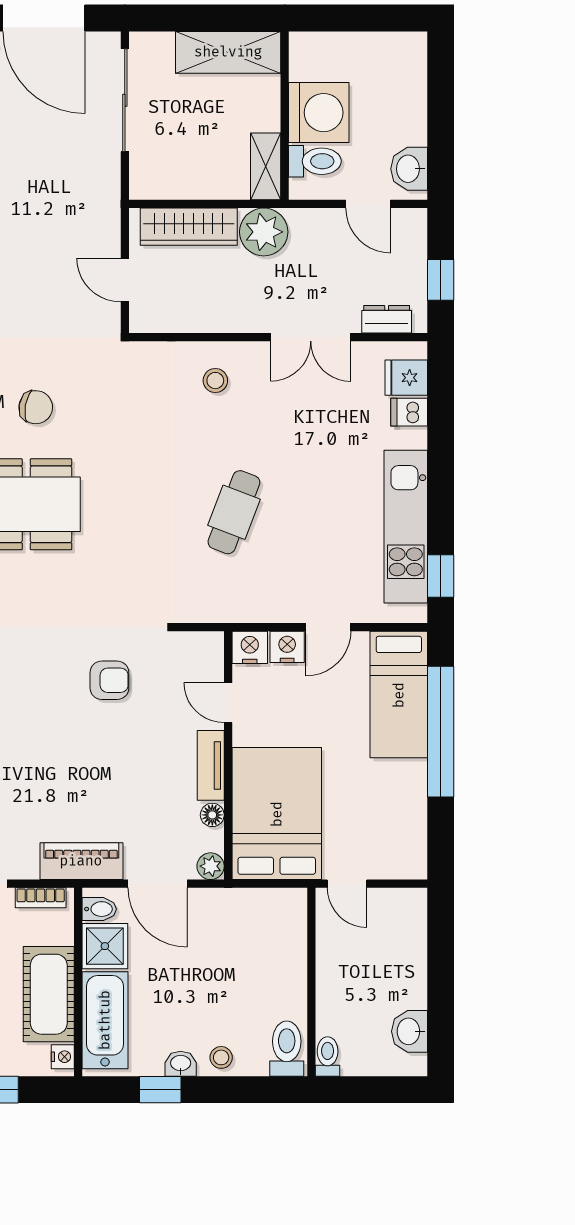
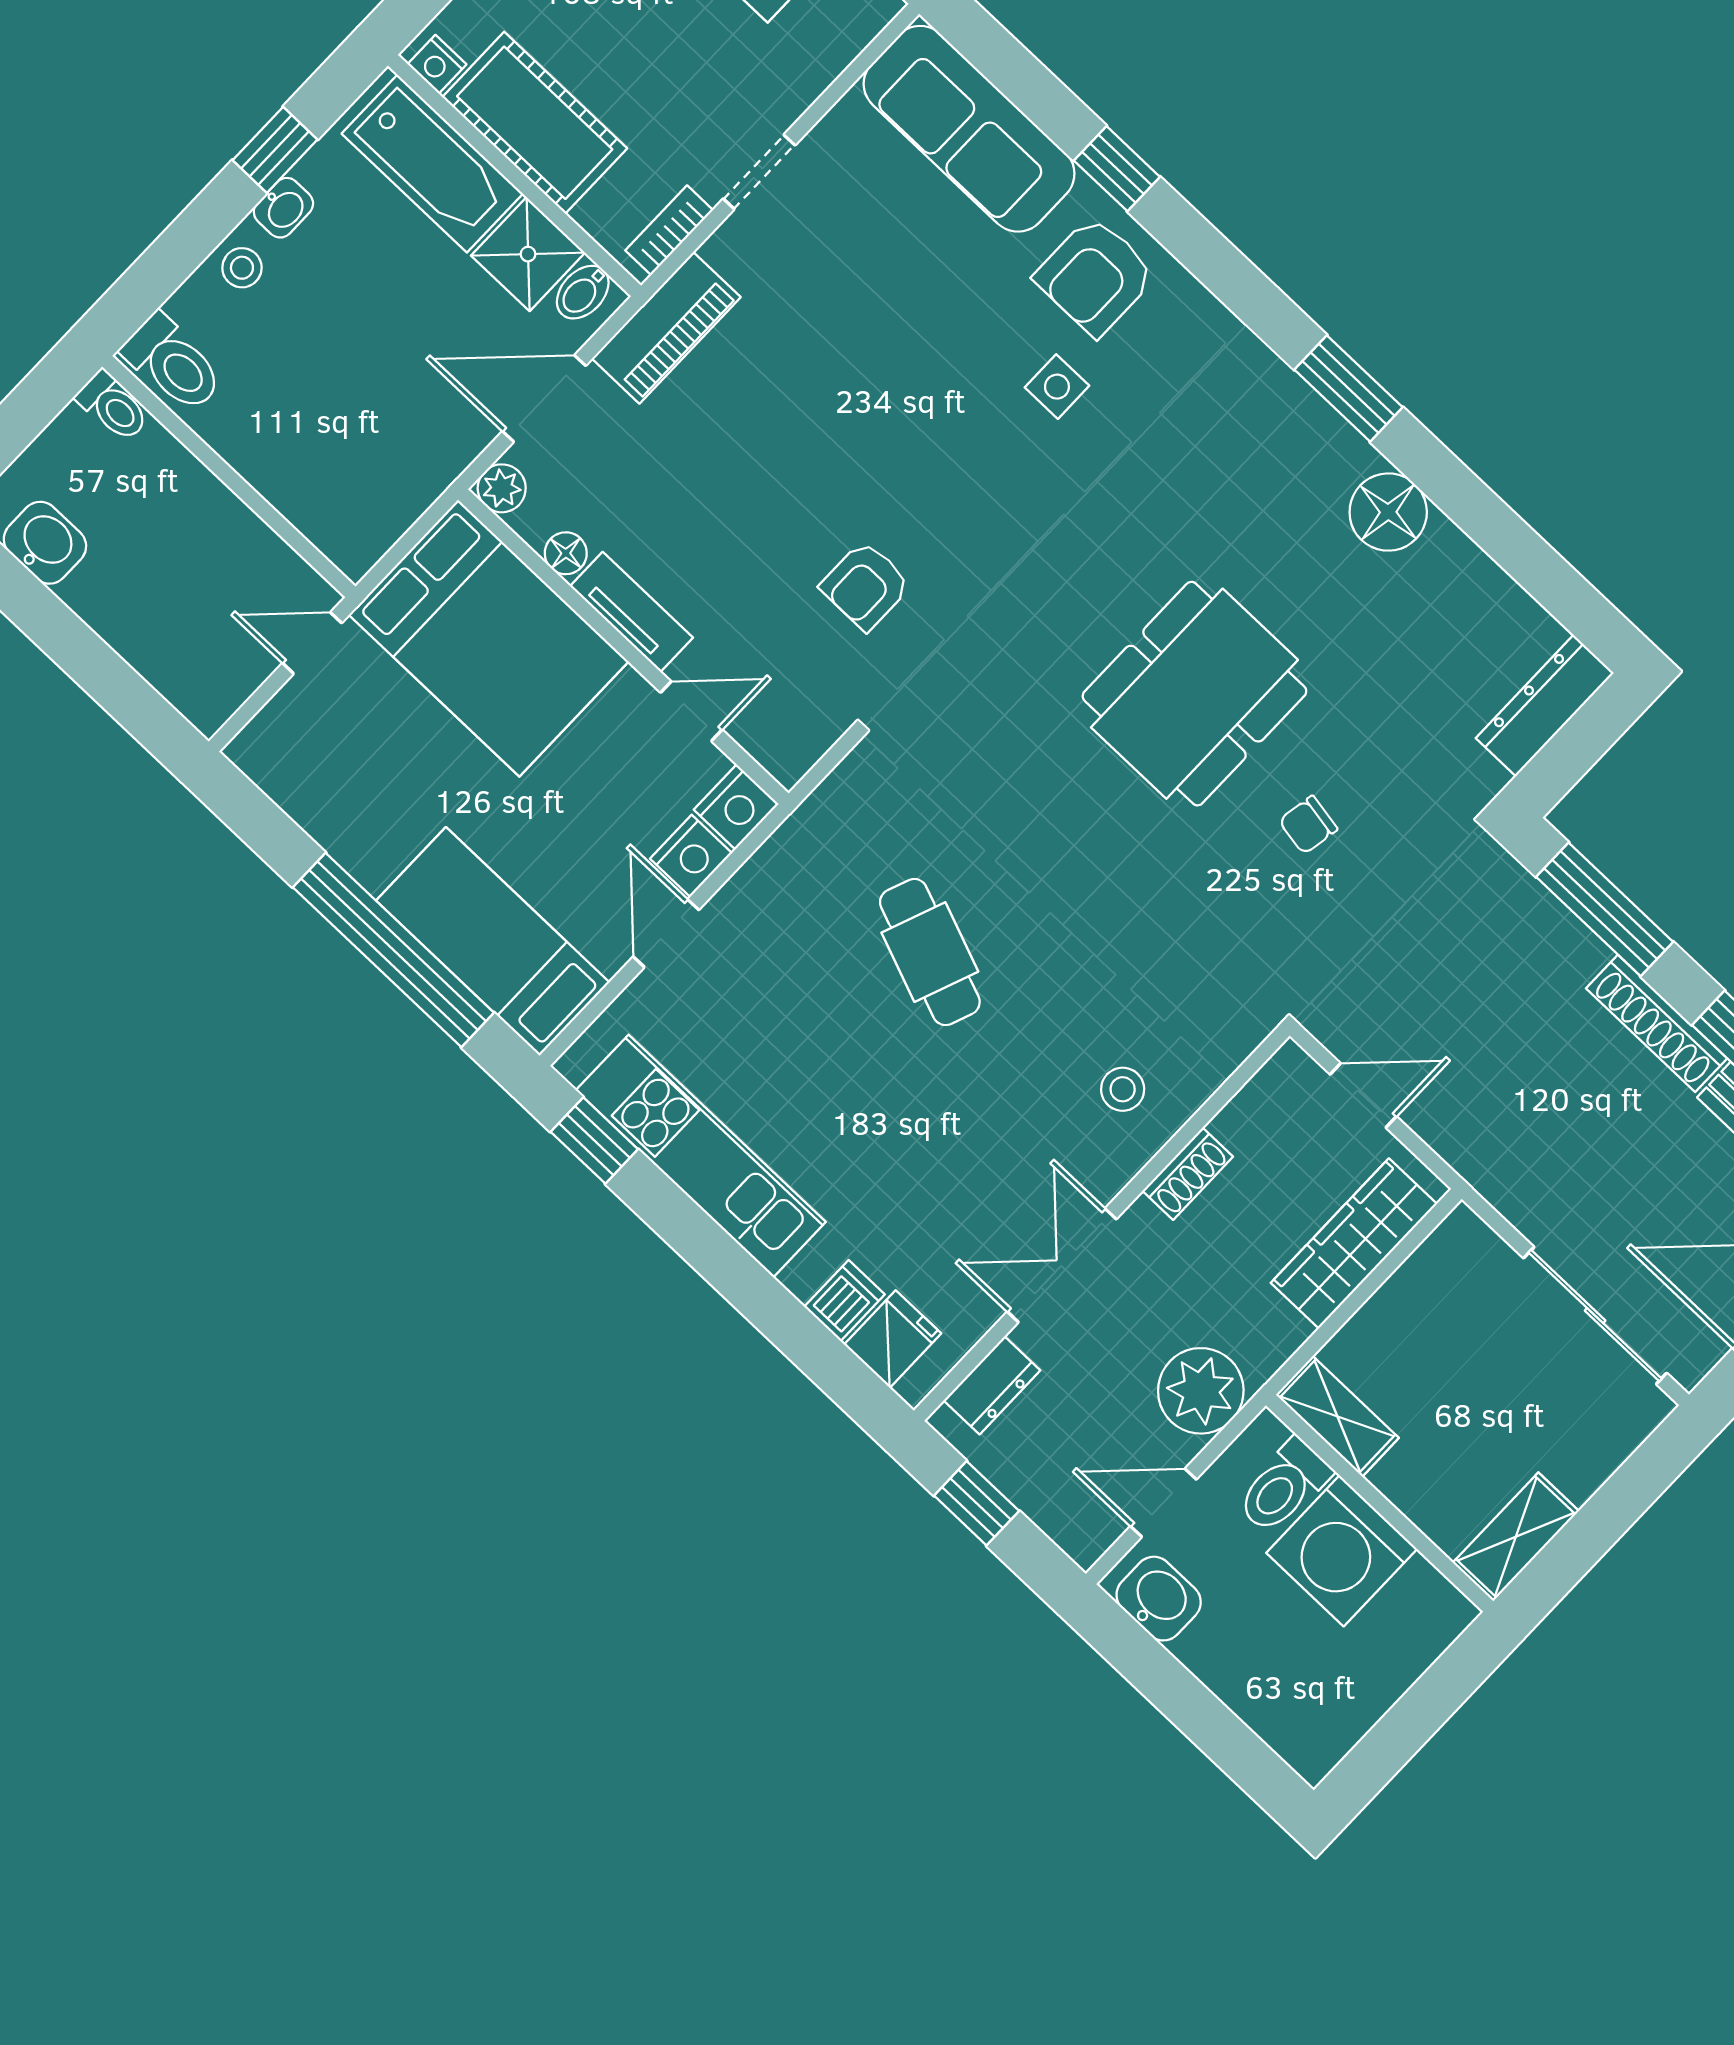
shelving: (228, 52) -> (1516, 1537), width x0.67, depth x0.75
plant: (264, 232) -> (1201, 1391), moved
shoe rack: (225, 321) -> (1188, 1174), added
chair: (36, 407) -> (1308, 825), width x0.73, depth x0.73

